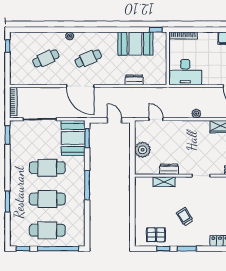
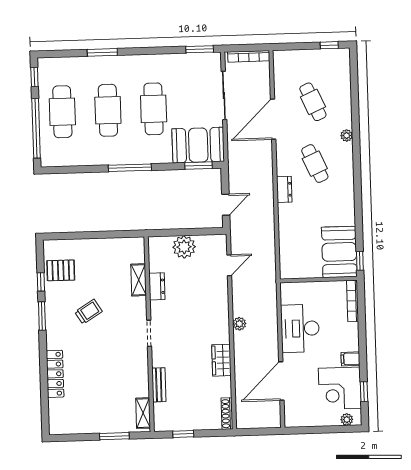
booth: (135, 44) -> (339, 252), moved
desk: (185, 72) -> (300, 328), moved
dresser: (134, 80) -> (284, 189), moved
door: (80, 86) -> (273, 119), moved
pallet: (156, 235) -> (61, 270), turned 90

